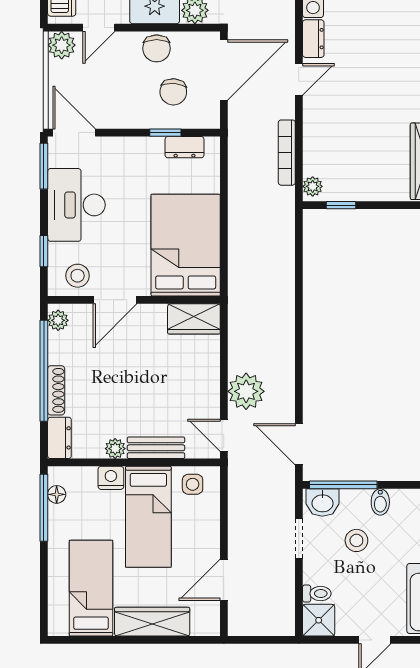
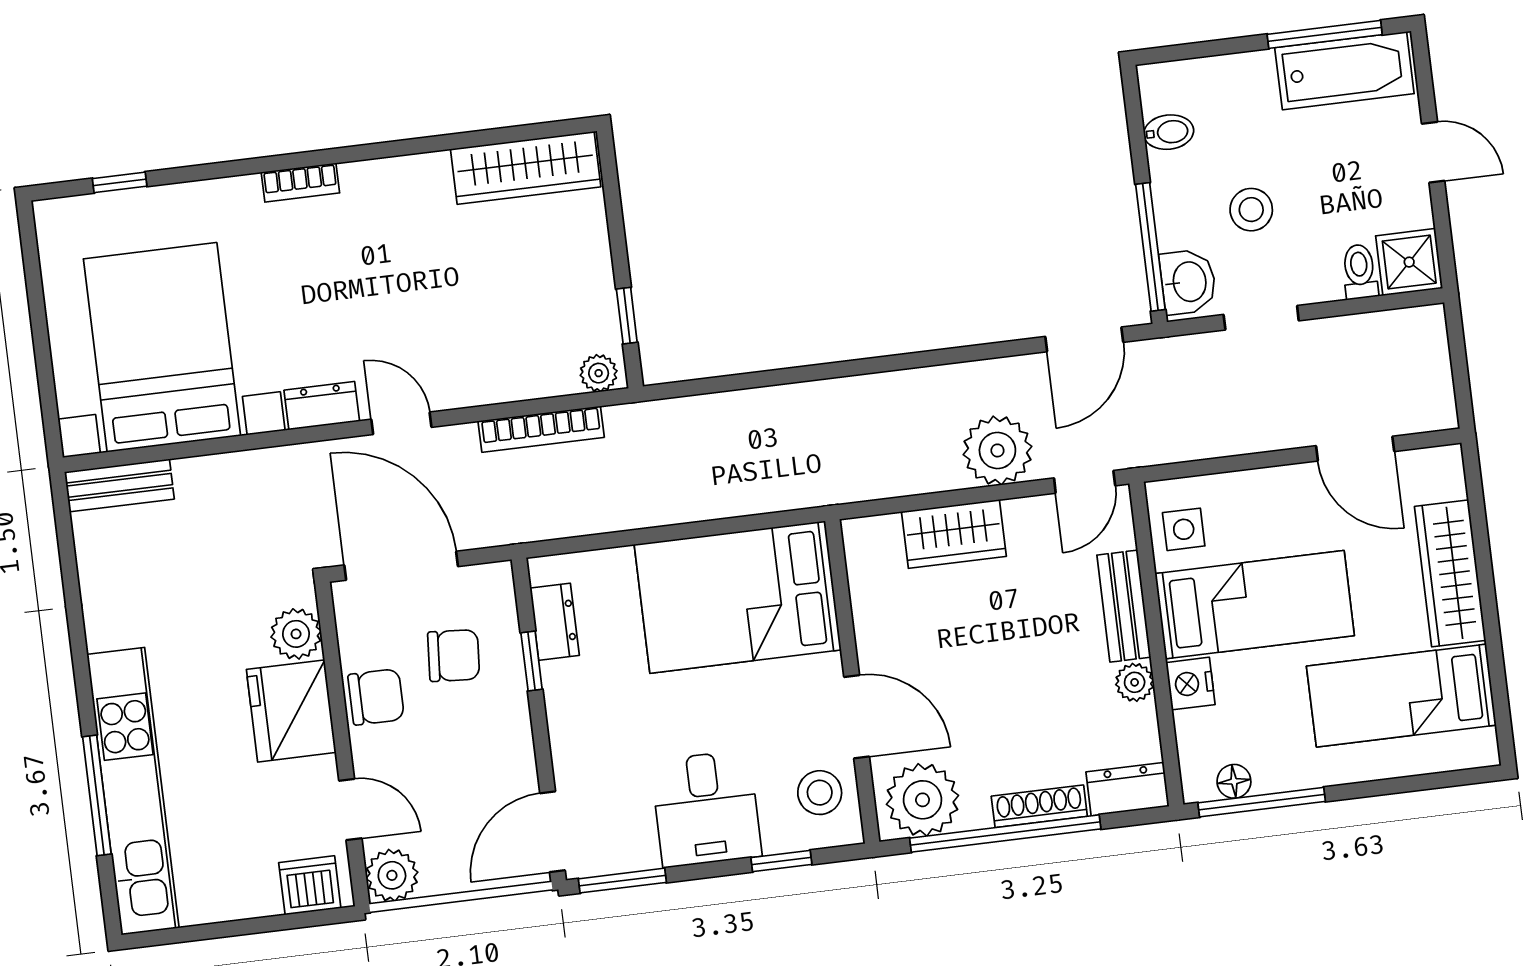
desk: (76, 205) -> (706, 809), width x0.73
wardrobe: (194, 319) -> (954, 534), moved, turned 90
plant: (58, 320) -> (923, 800), width x1.88, depth x1.88
bidet: (380, 502) -> (1169, 132), moved

